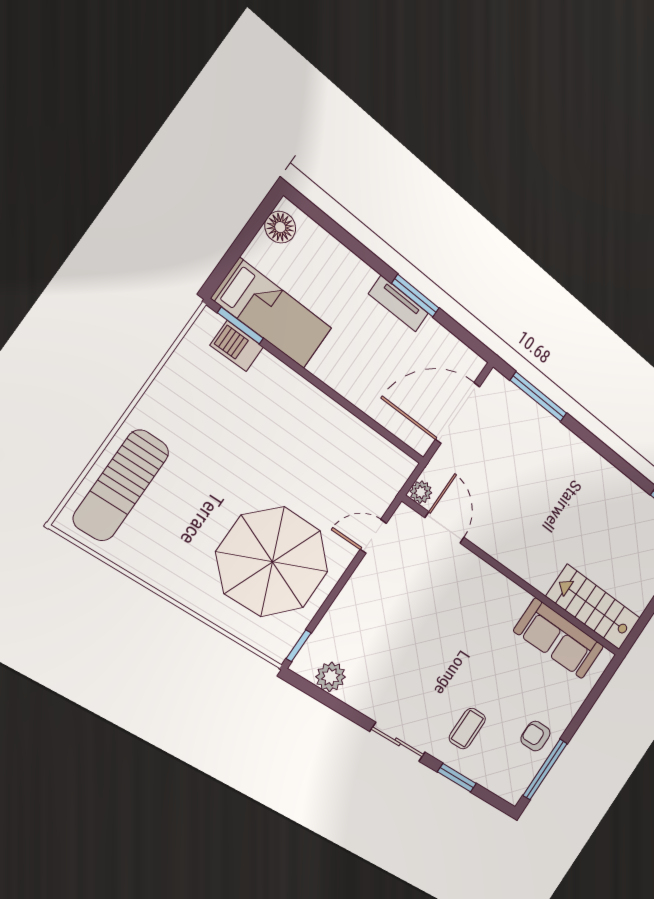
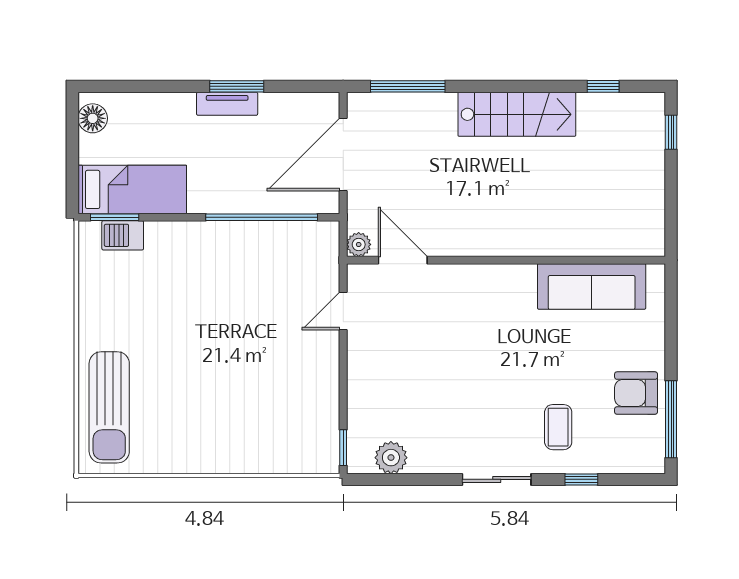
window: (362, 416) -> (262, 217), added
parasol: (273, 562) -> (271, 390), removed
stairs: (594, 607) -> (517, 114), moved, turned 180
armchair: (535, 736) -> (636, 393), width x1.38, depth x1.38
window: (457, 778) -> (581, 479), width x0.67

